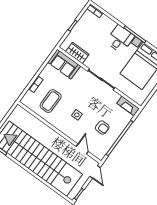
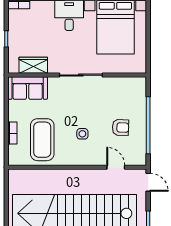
coffee table: (51, 101) -> (42, 140), width x1.36, depth x1.32
fireplace: (128, 106) -> (132, 83), removed

